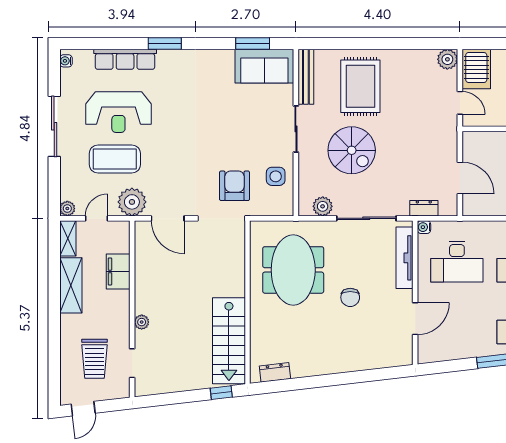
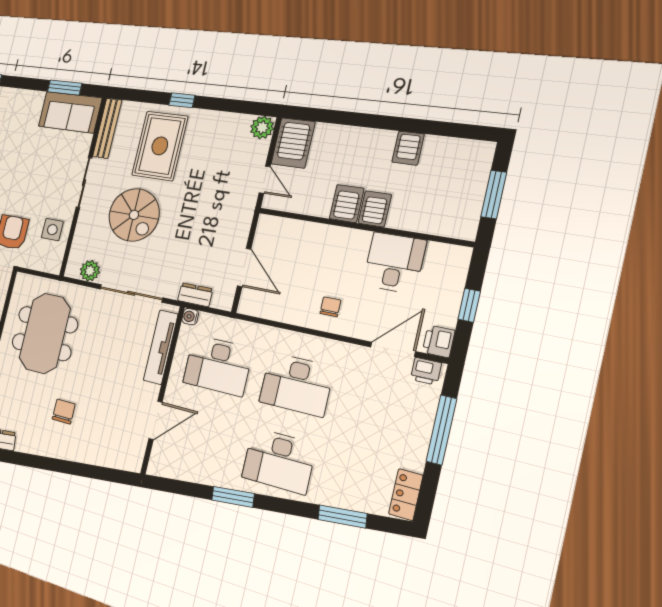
window: (371, 44) -> (182, 100), added
chair: (350, 297) -> (64, 412), moved, turned 180

